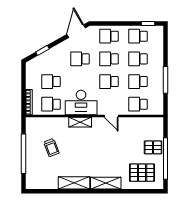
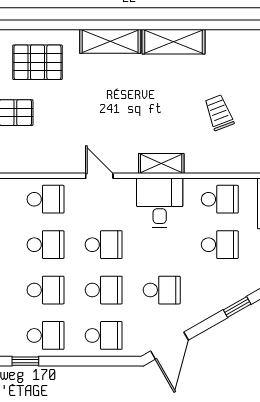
desk: (81, 103) -> (160, 203), width x0.73

